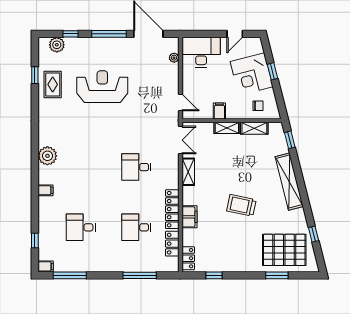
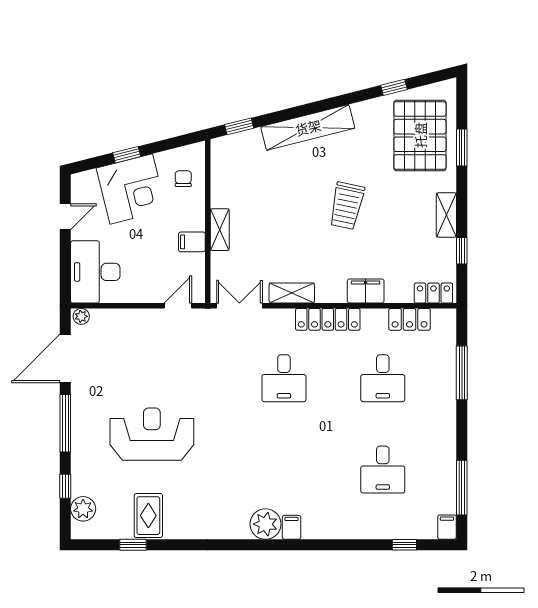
door: (235, 34) -> (65, 217), hinge flipped
plant: (174, 58) -> (81, 316), moved
rug: (53, 84) -> (148, 516), turned 90
reception desk: (102, 87) -> (152, 434), turned 90
shelving: (254, 128) -> (446, 215), moved
filing cabinet: (45, 190) -> (292, 527), moved
locker: (172, 209) -> (328, 319), moved

